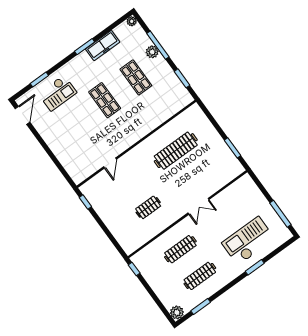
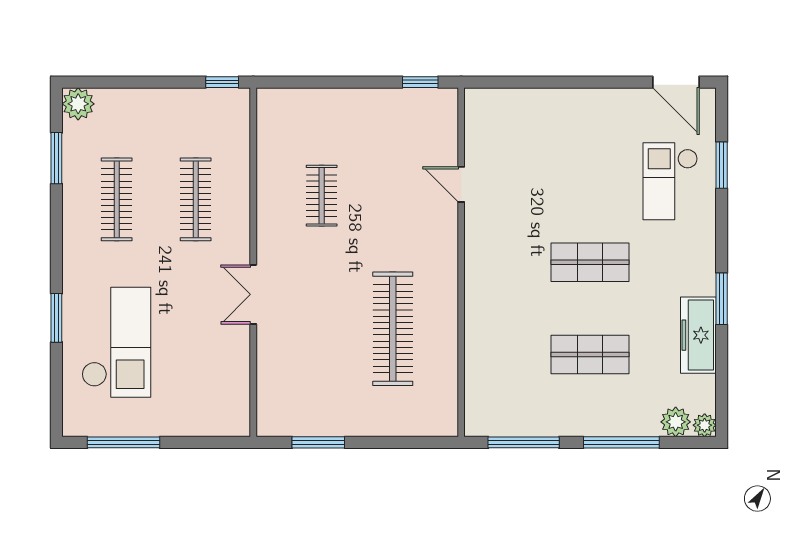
plant: (152, 52) -> (676, 422), moved
window: (182, 78) -> (524, 442), width x1.44

